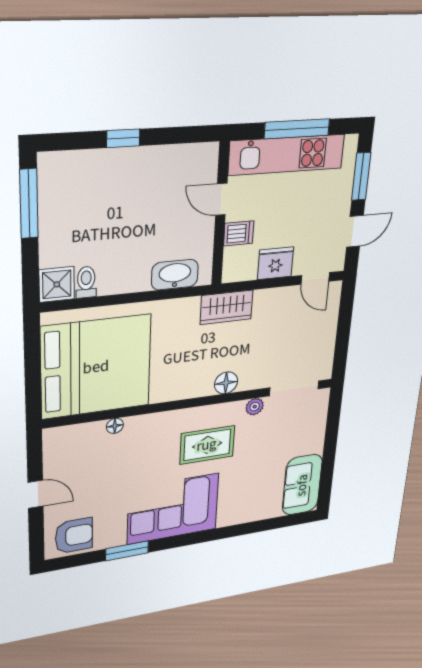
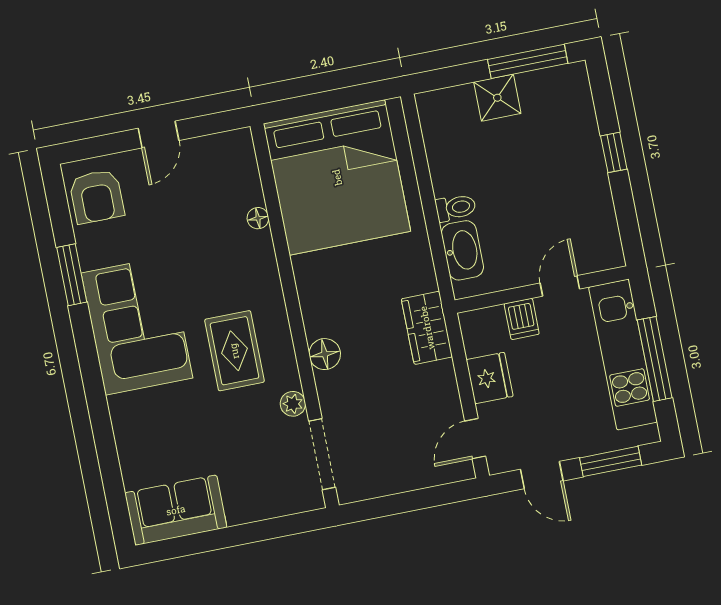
toilet: (86, 282) -> (456, 208), moved
shower: (57, 284) -> (497, 98), moved

